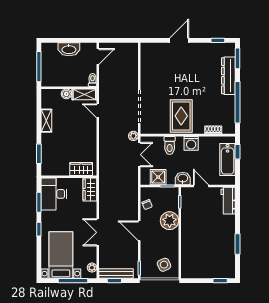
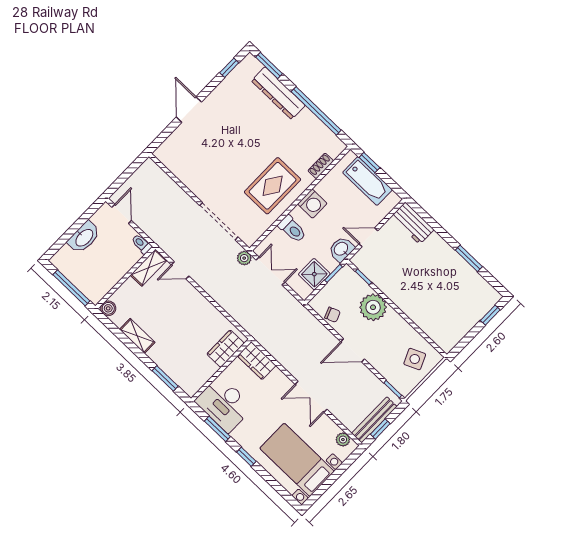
boiler: (66, 94) -> (108, 308), moved
rug: (181, 116) -> (273, 186), turned 90
window: (73, 281) -> (337, 474), removed

